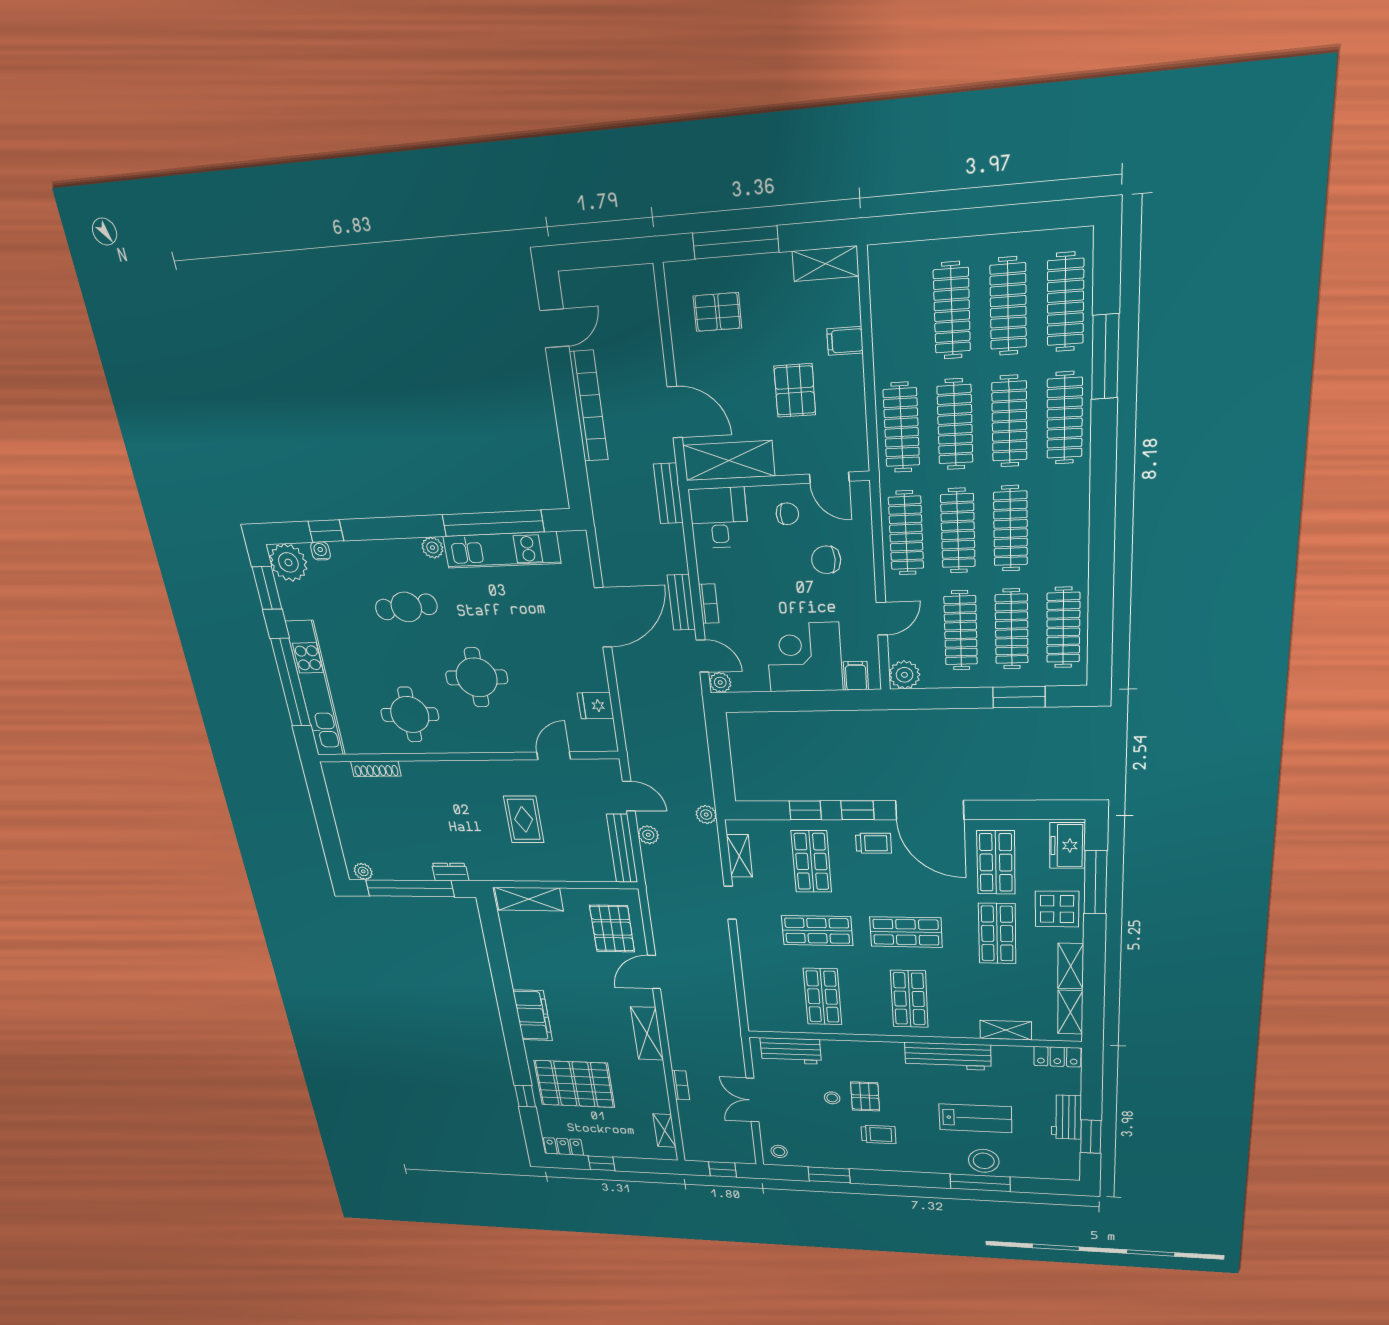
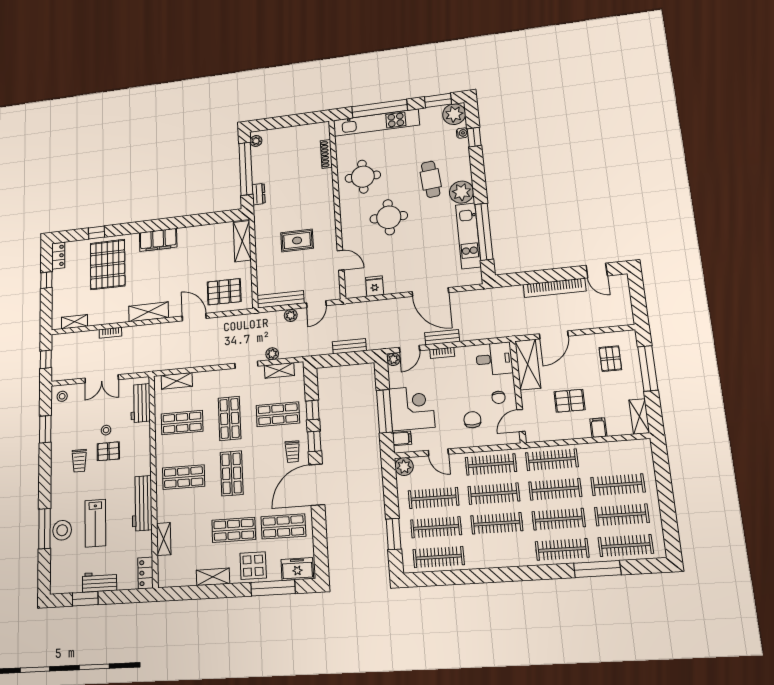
bench: (668, 493) -> (349, 346), moved
plant: (432, 548) -> (462, 192), width x1.88, depth x1.88
window: (809, 701) -> (384, 411), added
plant: (706, 815) -> (272, 354), moved
shelving: (1070, 1012) -> (177, 381), moved
double door: (752, 1100) -> (102, 379), swing flipped

